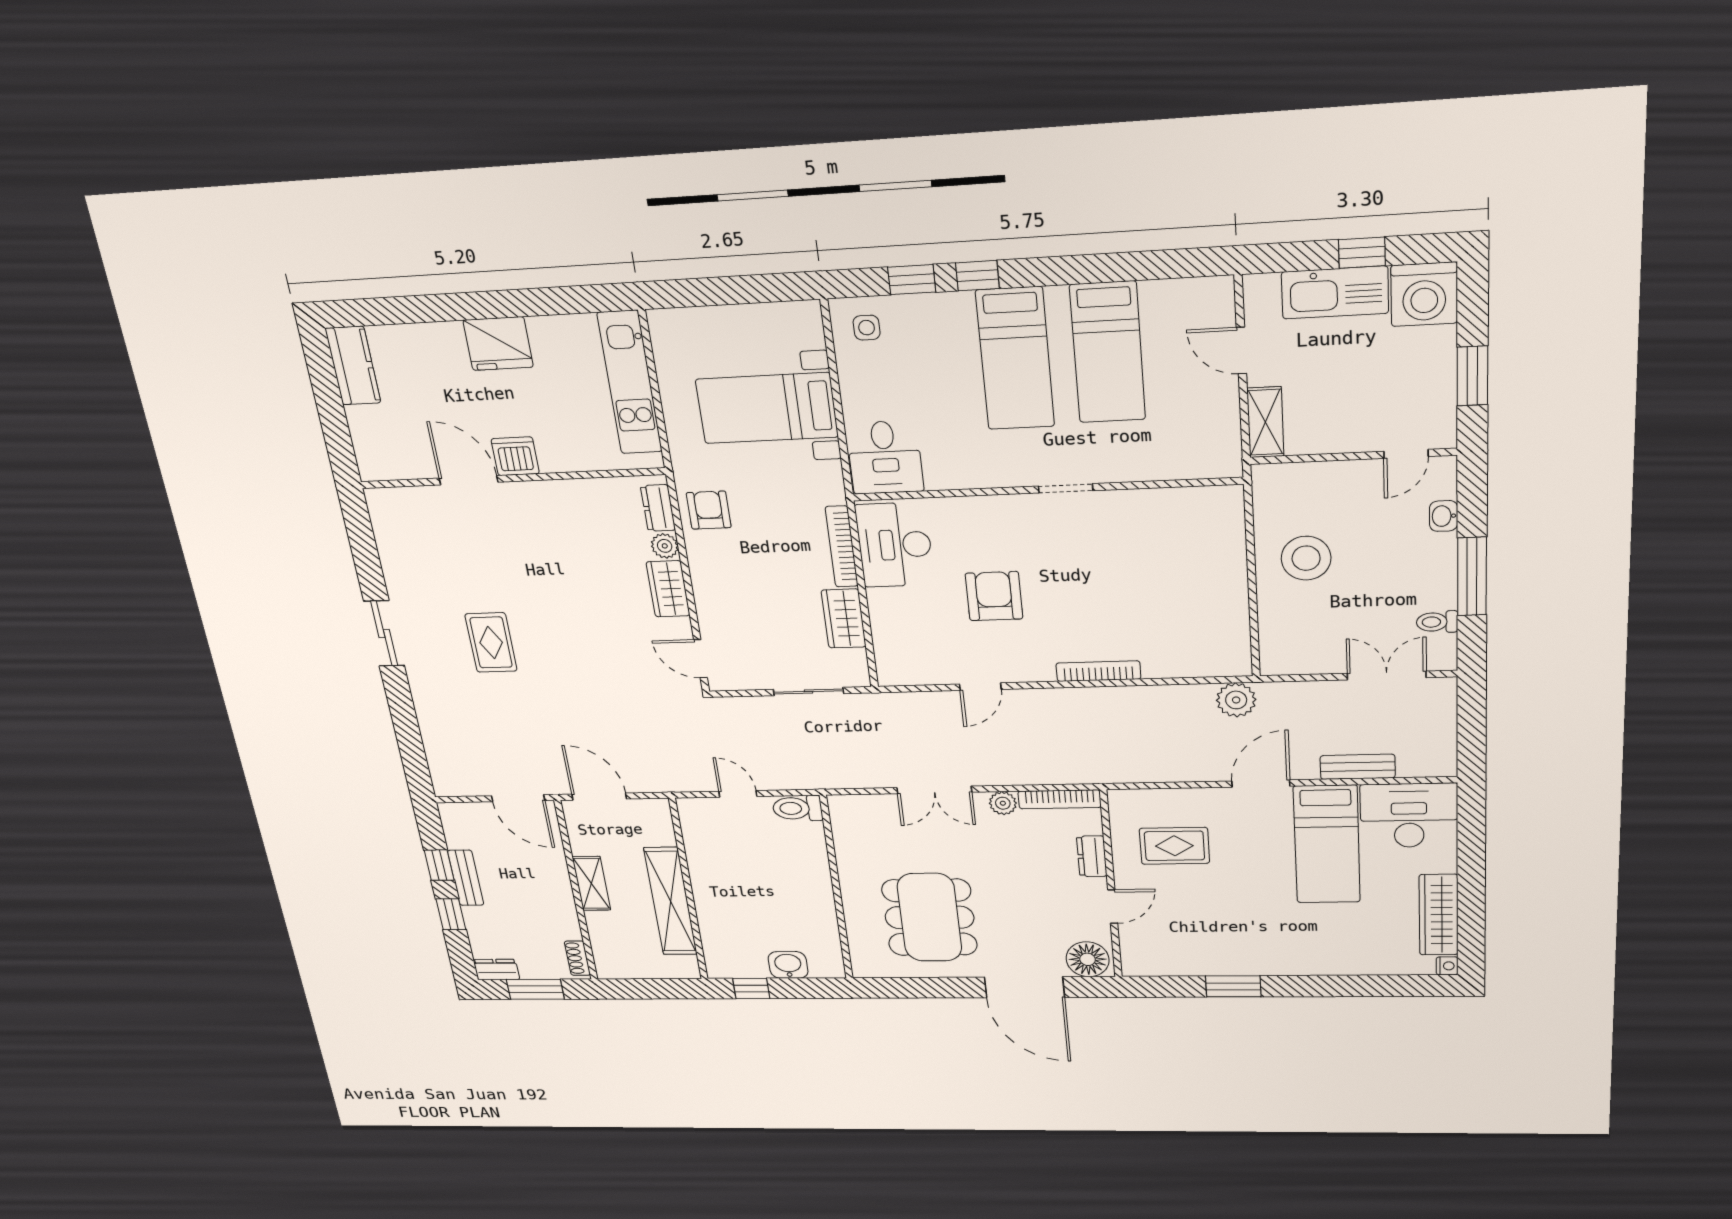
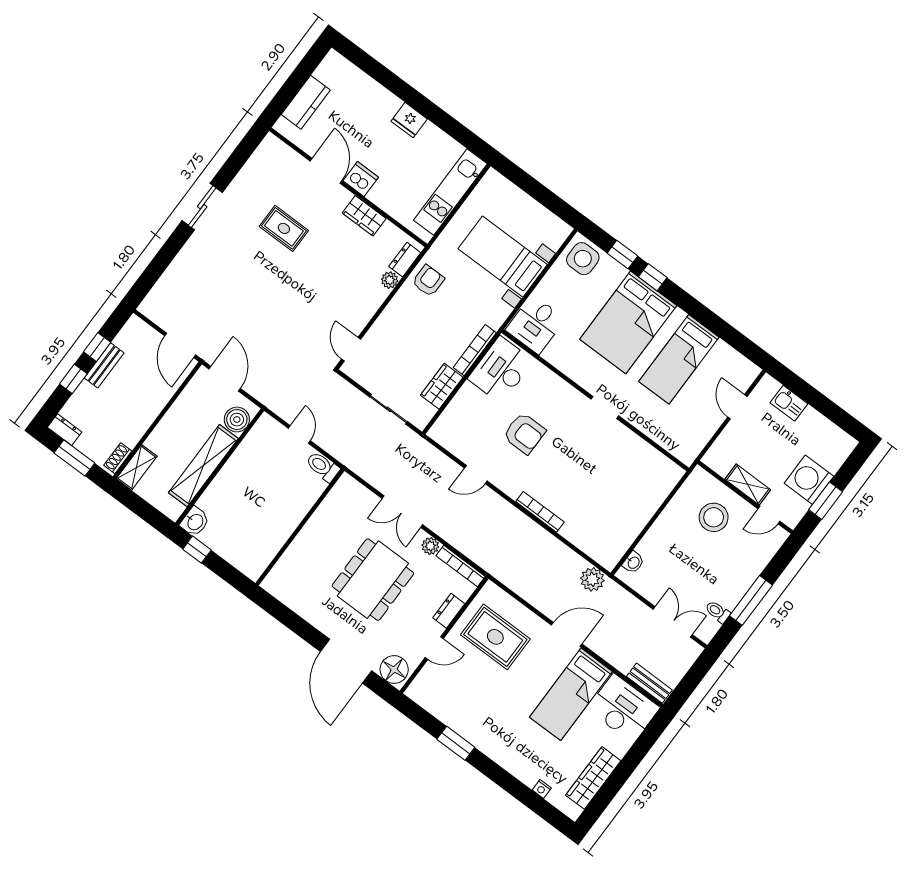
window: (1362, 253) -> (823, 405), removed
kitchen sink: (1335, 293) -> (789, 403), width x0.53, depth x0.81
washing machine: (1424, 294) -> (809, 480), moved, turned 90
side table: (867, 328) -> (583, 259), width x1.87, depth x1.87
fridge: (498, 344) -> (409, 120), width x0.73, depth x0.75
bed: (1015, 359) -> (628, 322), width x1.50
kitchen counter: (353, 366) -> (306, 102), moved
shelving: (1265, 422) -> (748, 484), moved, turned 90
washbasin: (1444, 516) -> (633, 562), moved, turned 180
stool: (1306, 558) -> (714, 517), moved
wardrobe: (668, 589) -> (364, 216), moved, turned -90
armchair: (994, 596) -> (524, 433), turned 90
rug: (491, 642) -> (284, 228), moved, turned 90
bench: (1358, 767) -> (649, 683), moved
boiler: (656, 829) -> (237, 420), added
rug: (1174, 846) -> (495, 637), width x1.36, depth x1.43
shelving: (591, 883) -> (137, 468), moved
dining table: (929, 917) -> (373, 580), moved
washbasin: (788, 965) -> (195, 522), moved, turned 90
nightstand: (1447, 966) -> (542, 789), moved, turned 90

